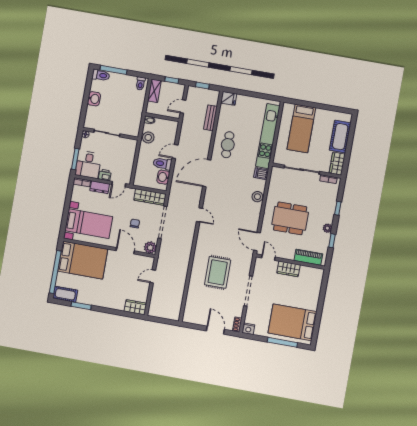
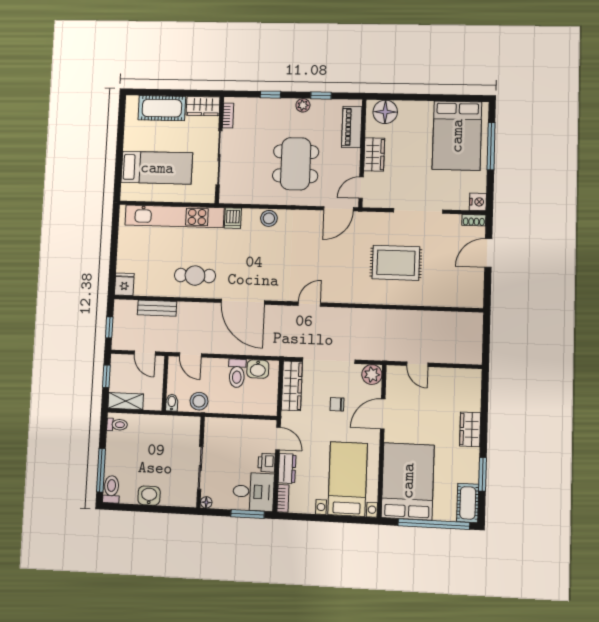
door: (175, 151) -> (190, 355), moved
floor lamp: (315, 280) -> (385, 112), added
wardrobe: (135, 307) -> (470, 429), moved

